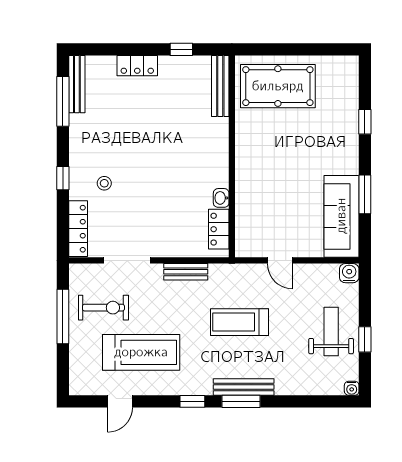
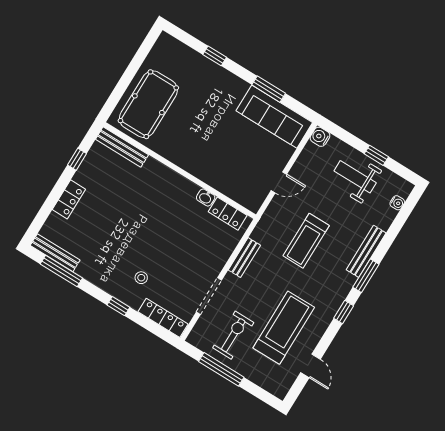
bench: (244, 387) -> (366, 251), moved
water cooler: (352, 388) -> (397, 203), moved

